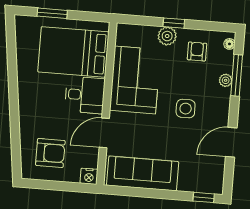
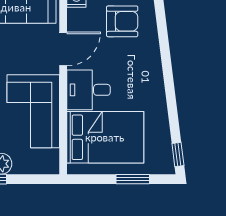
window: (11, 32) -> (178, 154), added
armchair: (50, 153) -> (122, 21), turned 180

